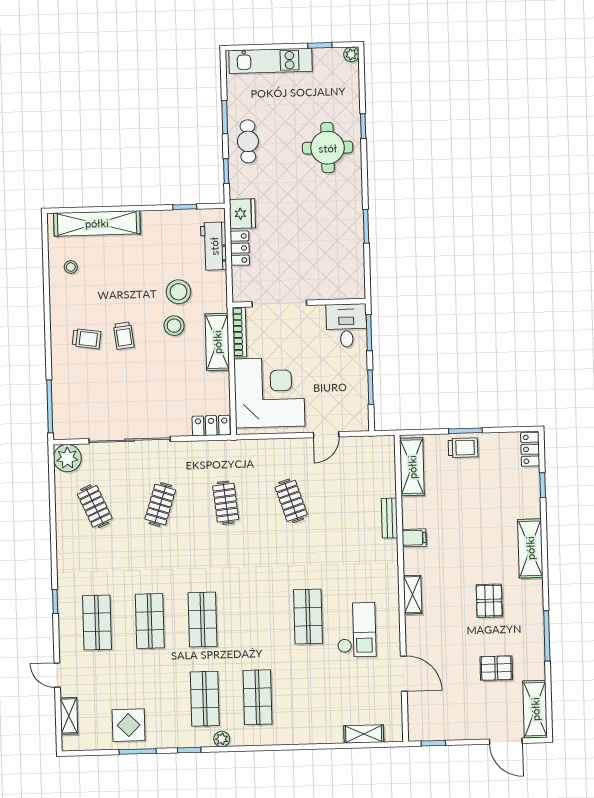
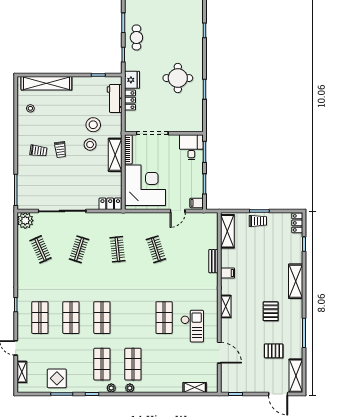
round table: (328, 148) -> (178, 78), moved
filing cabinet: (358, 420) -> (197, 203), added
plant: (253, 738) -> (130, 388), added

